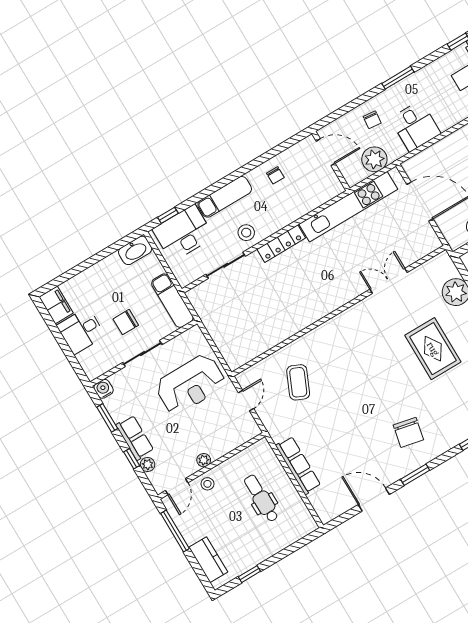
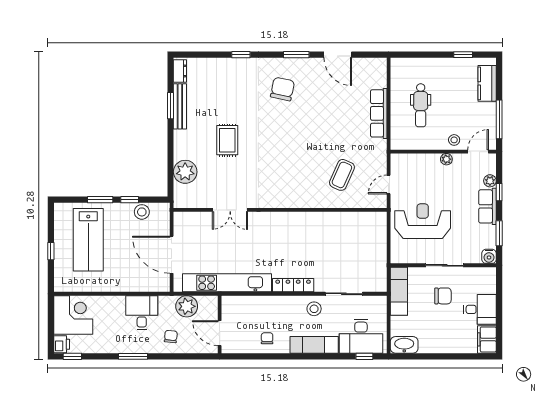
rug: (433, 349) -> (227, 140), width x0.73, depth x0.70

